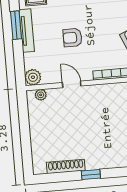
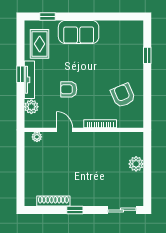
window: (16, 25) -> (20, 74), width x0.67
plant: (33, 77) -> (31, 107), moved

